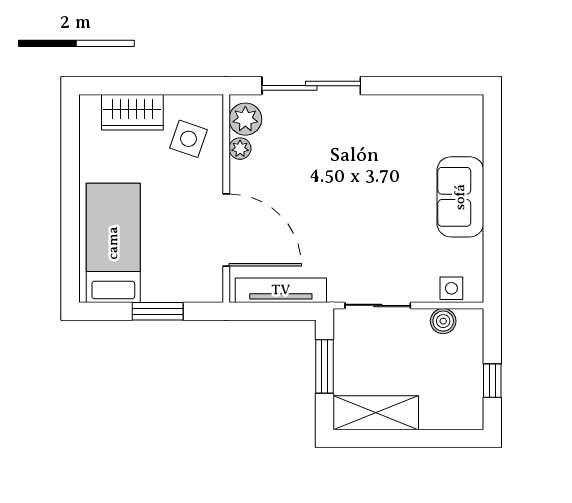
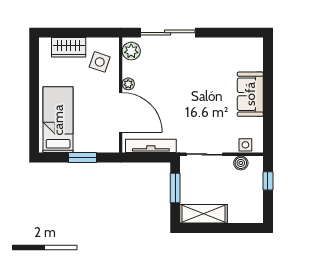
plant: (240, 149) -> (128, 84), moved
window: (492, 381) -> (268, 181), moved

